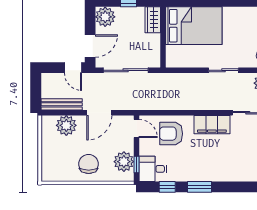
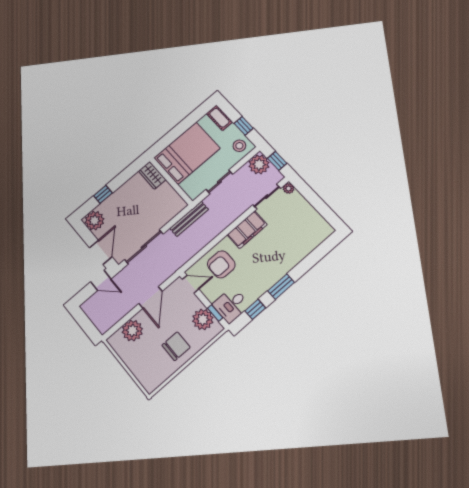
wardrobe: (153, 20) -> (152, 175), moved
bed: (194, 26) -> (187, 153), moved
wall: (163, 37) -> (171, 181), moved
bench: (62, 104) -> (189, 219), moved
chair: (89, 164) -> (176, 346), turned 90

